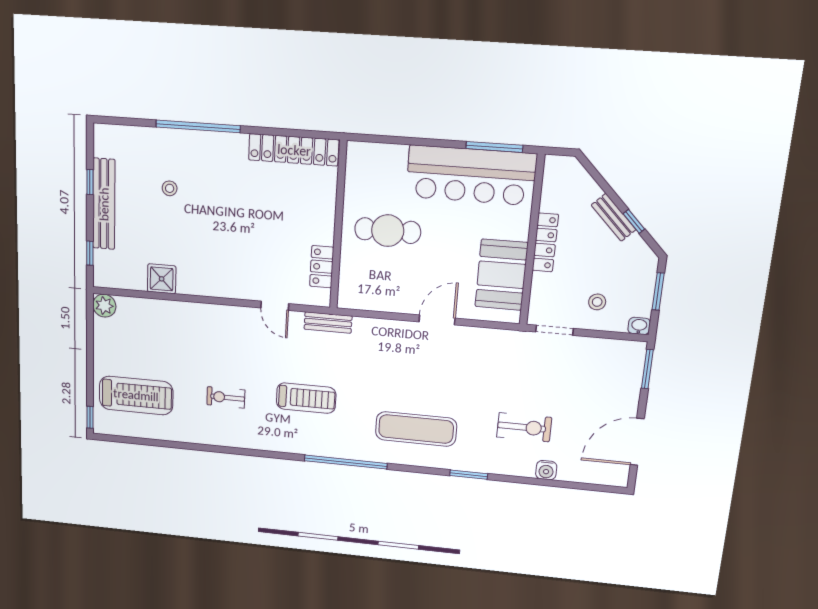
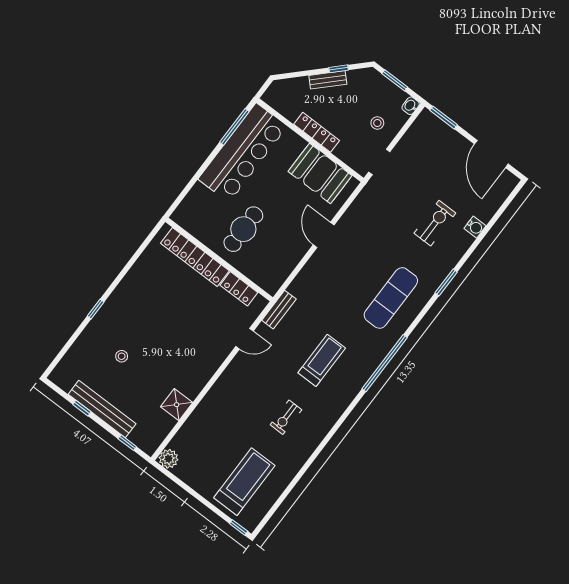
window: (198, 126) -> (96, 309), width x0.32
locker: (294, 150) -> (195, 257), moved, turned 90

